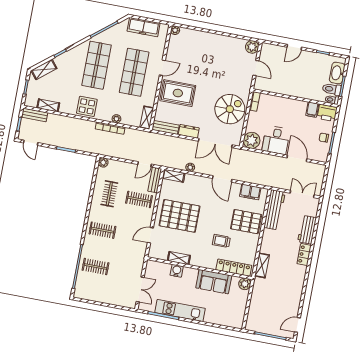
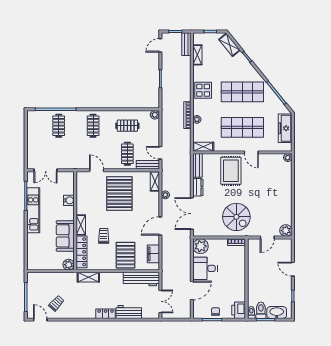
spiral stairs: (230, 109) -> (236, 217), moved
filing cabinet: (312, 110) -> (239, 296), removed
shelving: (179, 258) -> (81, 225), moved
trolley: (283, 305) -> (56, 303), added

